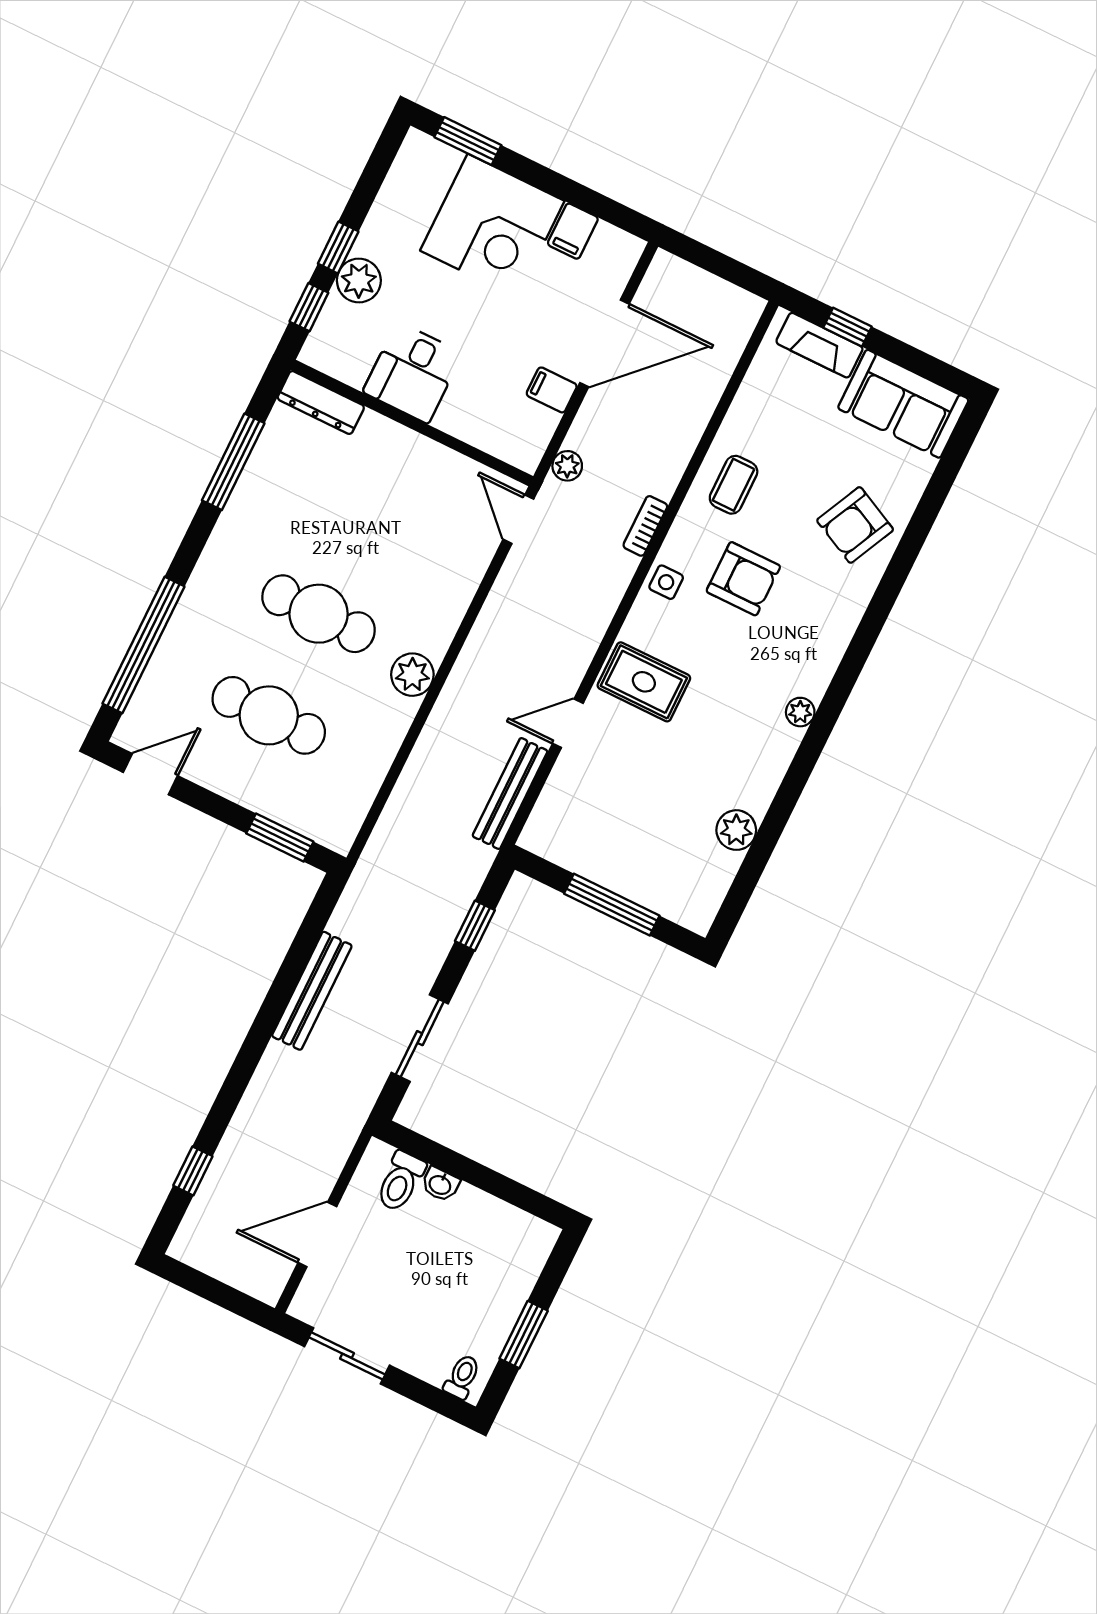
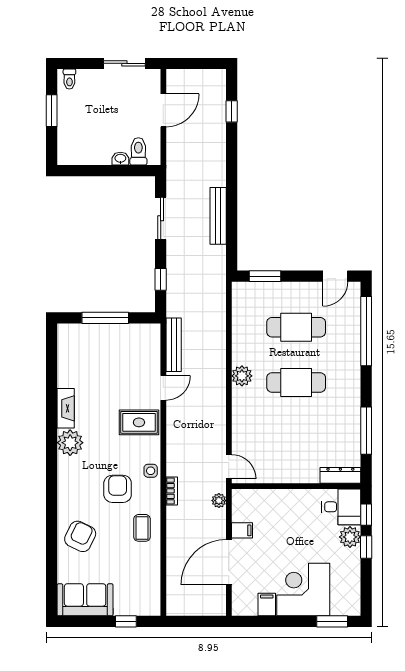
fireplace: (819, 345) -> (66, 408), moved, turned 90
desk: (413, 373) -> (341, 507), moved, turned 90
armchair: (743, 579) -> (118, 489), turned 90
plant: (800, 712) -> (70, 443), width x1.88, depth x1.88
plant: (736, 830) -> (67, 377), removed

